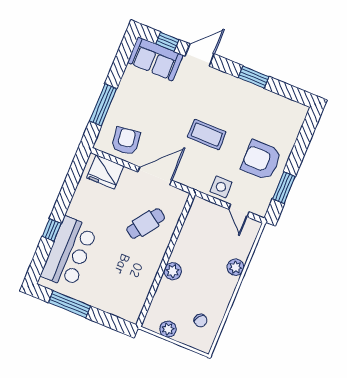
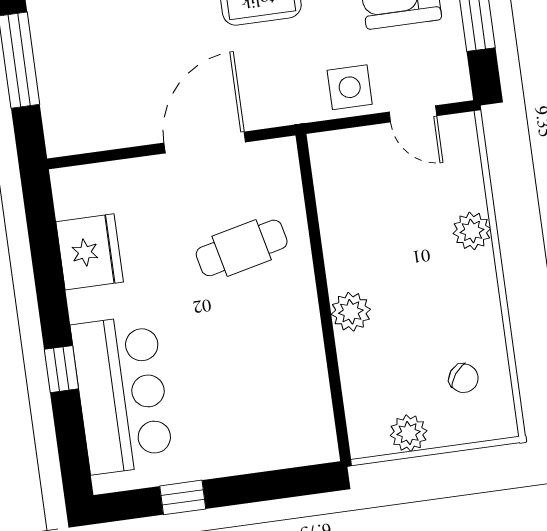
armchair: (126, 141) -> (107, 106), removed
fridge: (105, 172) -> (90, 252), moved, turned -90
cafe table: (146, 224) -> (242, 248), turned 42
window: (69, 304) -> (183, 497), width x0.46

